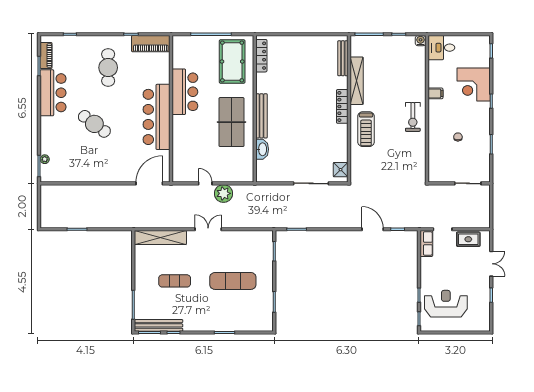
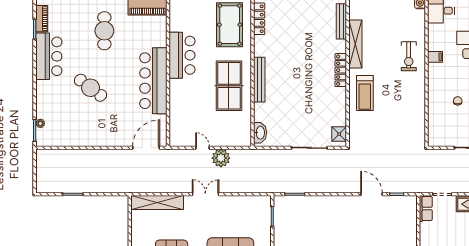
exercise bike: (413, 117) -> (409, 56), moved
washbasin: (262, 149) -> (260, 133), moved

